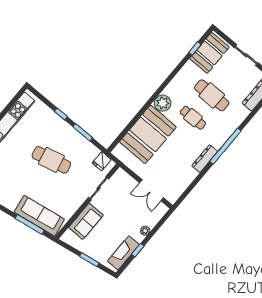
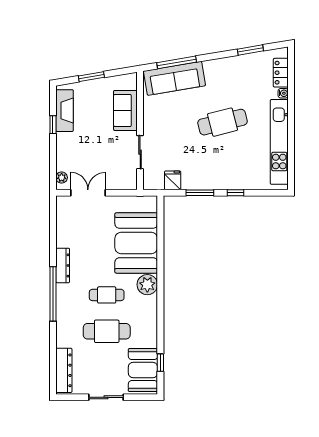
cafe table: (51, 160) -> (222, 122), moved
fridge: (102, 161) -> (173, 180), moved
plant: (145, 231) -> (62, 178), moved

